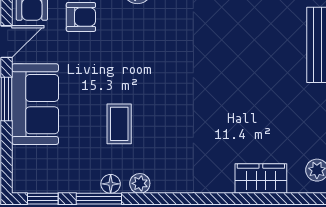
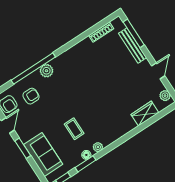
sofa: (35, 104) -> (43, 154), moved

